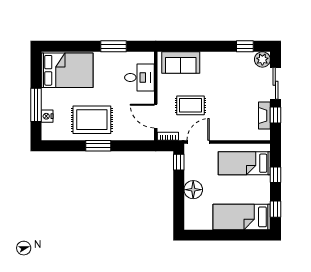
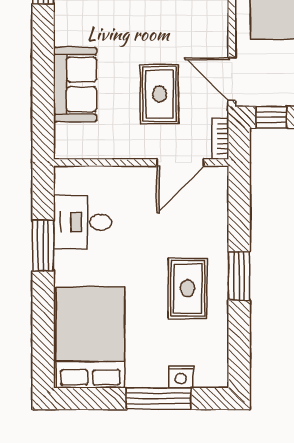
sofa: (181, 63) -> (75, 84), moved
desk: (139, 78) -> (83, 222), moved, turned -90
rug: (92, 120) -> (188, 288), width x0.73, depth x0.70

